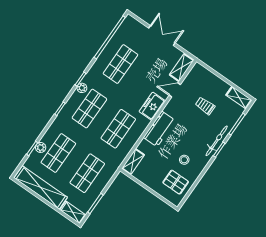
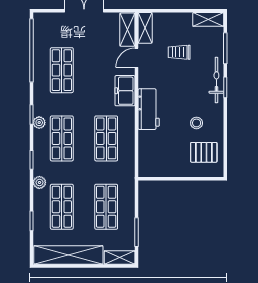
plant: (41, 147) -> (39, 182), moved
shelving: (133, 162) -> (145, 28), moved

